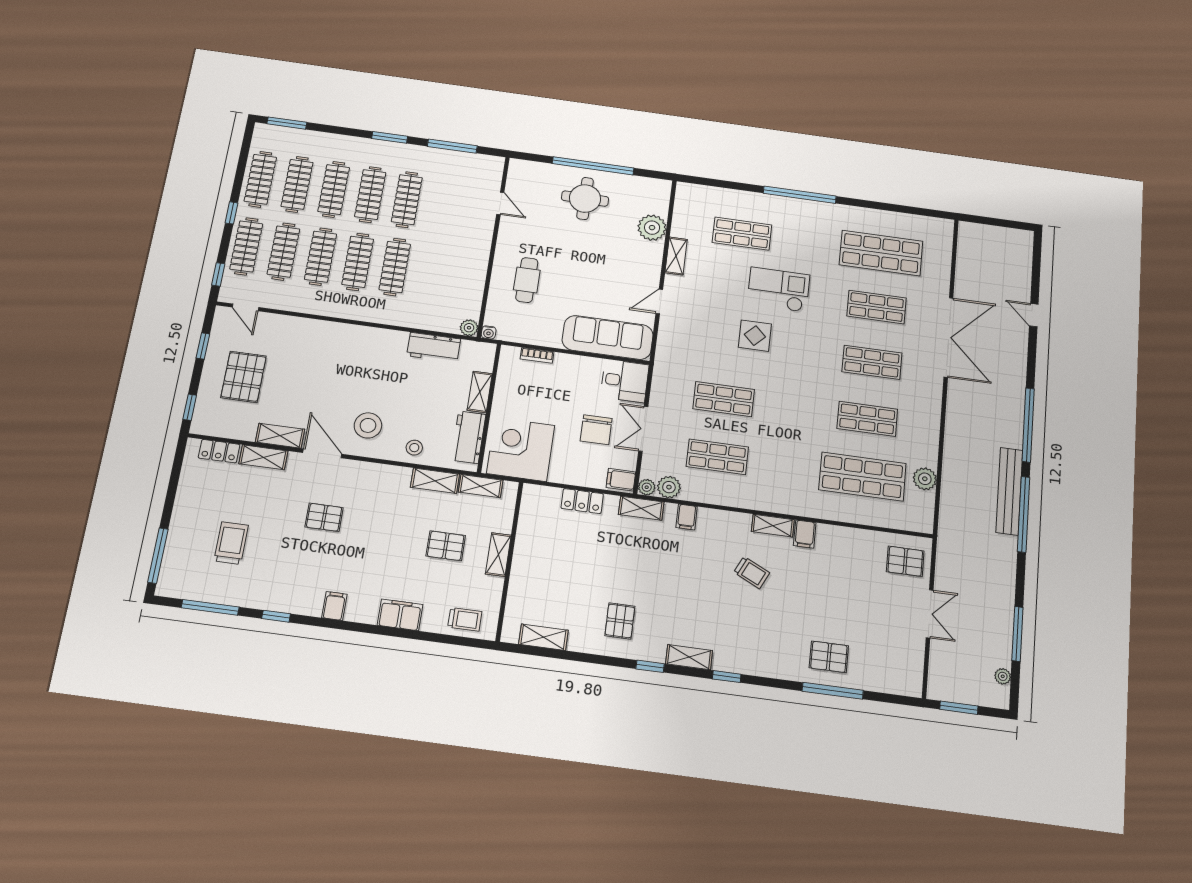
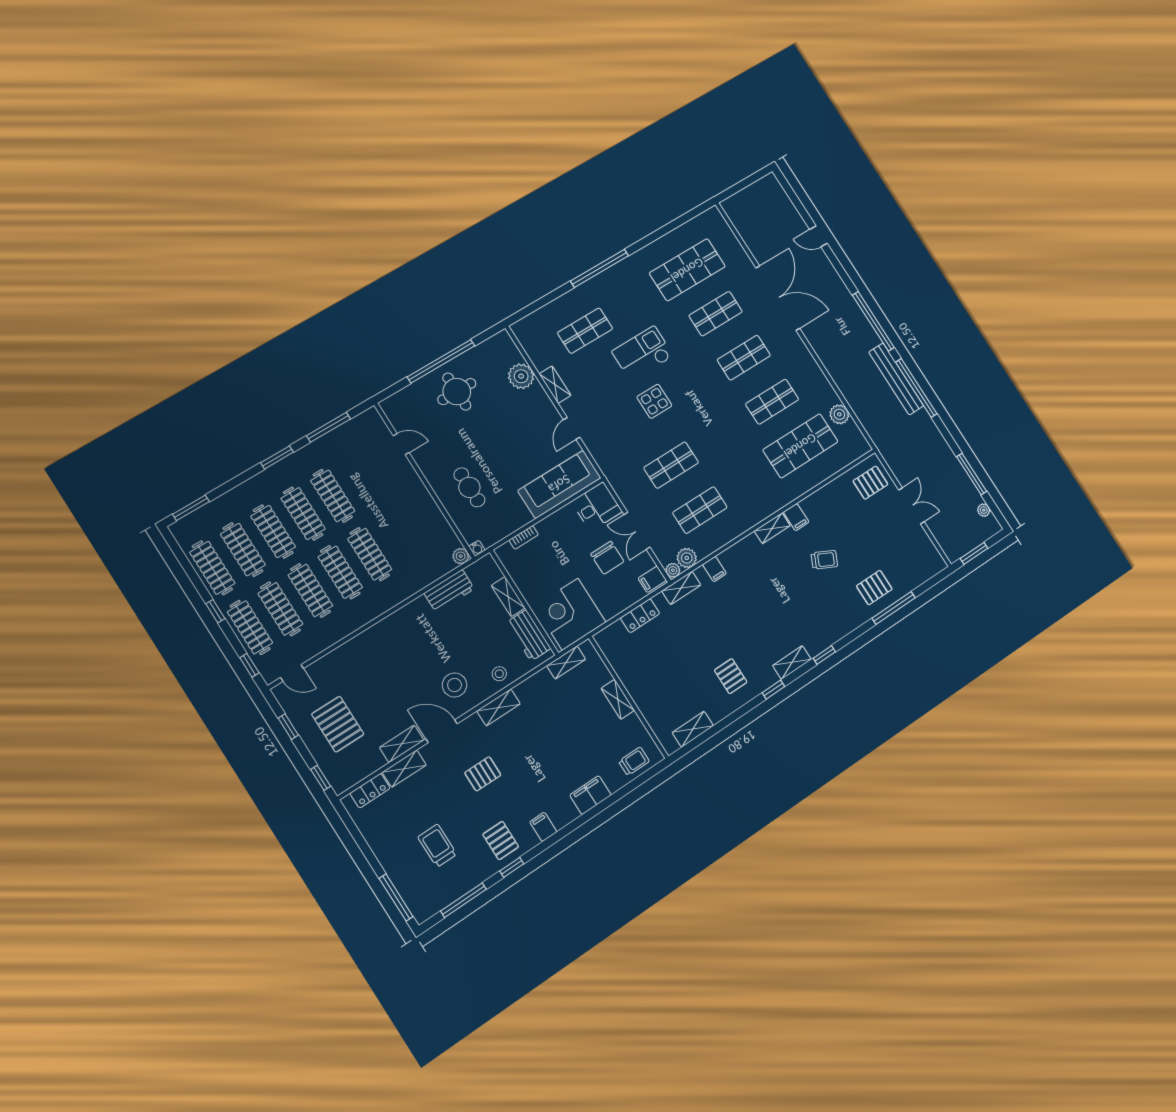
shelving: (435, 481) -> (499, 707), moved
pallet: (446, 546) -> (501, 841), moved, turned 90
trolley: (752, 573) -> (824, 560), moved

